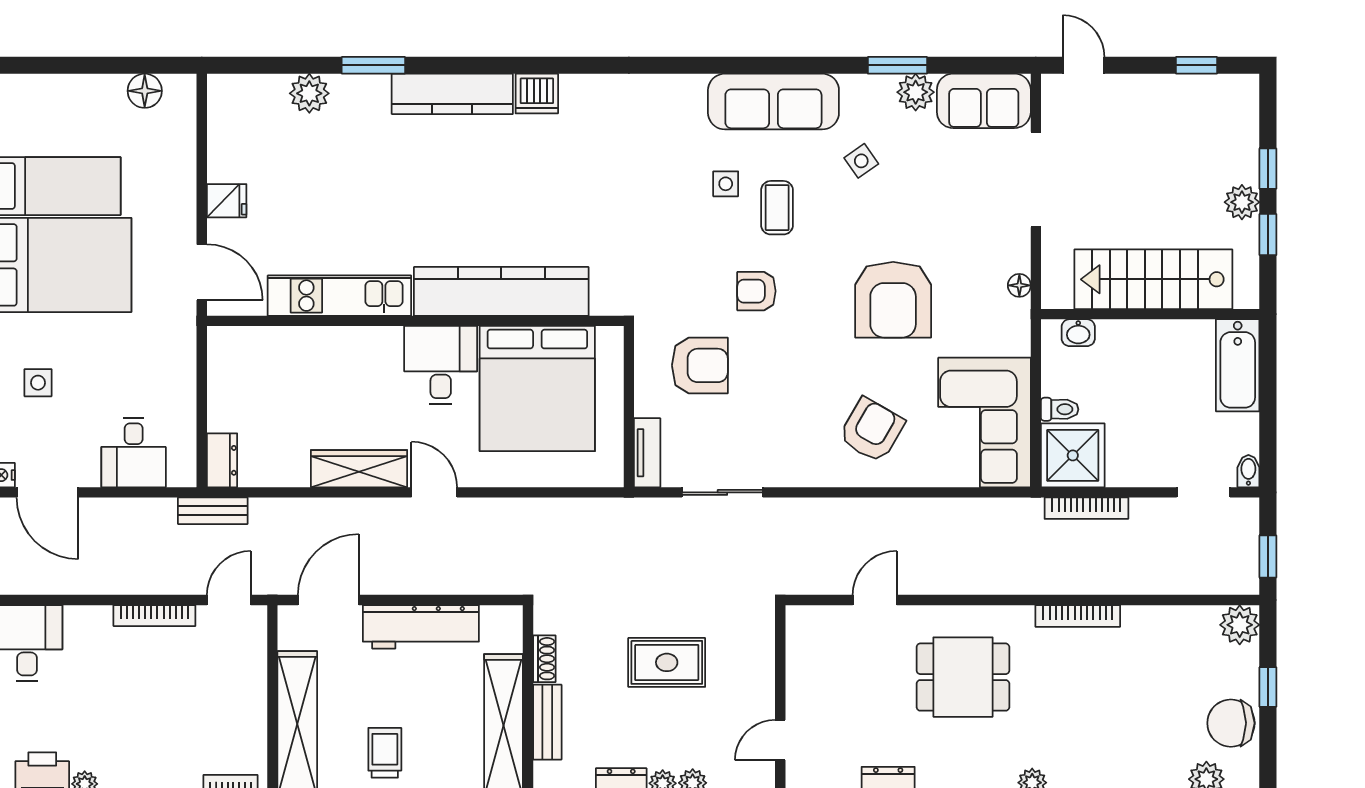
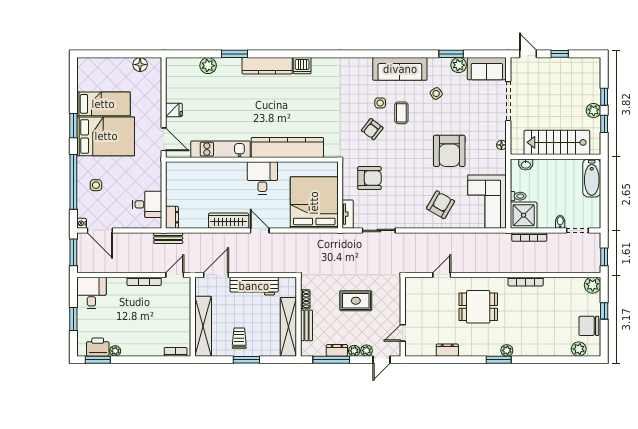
window: (1197, 65) -> (560, 54), moved
armchair: (756, 291) -> (372, 129), moved, turned -52
bed: (537, 389) -> (314, 203), moved, turned 180
desk: (134, 453) -> (147, 204), moved, turned -90
bidet: (1248, 471) -> (560, 222), moved

